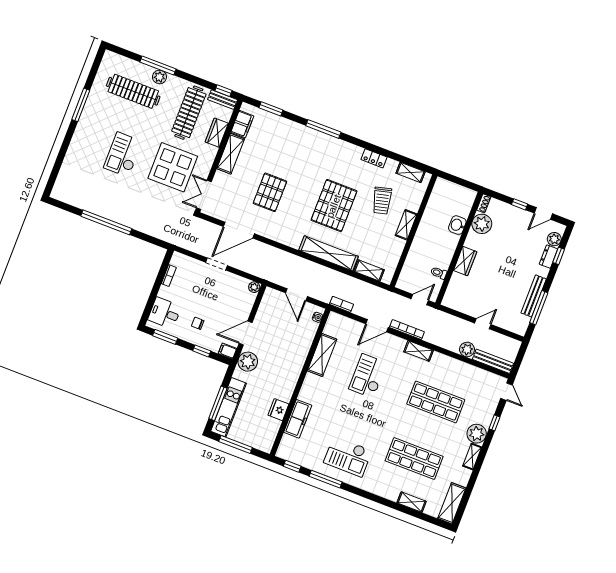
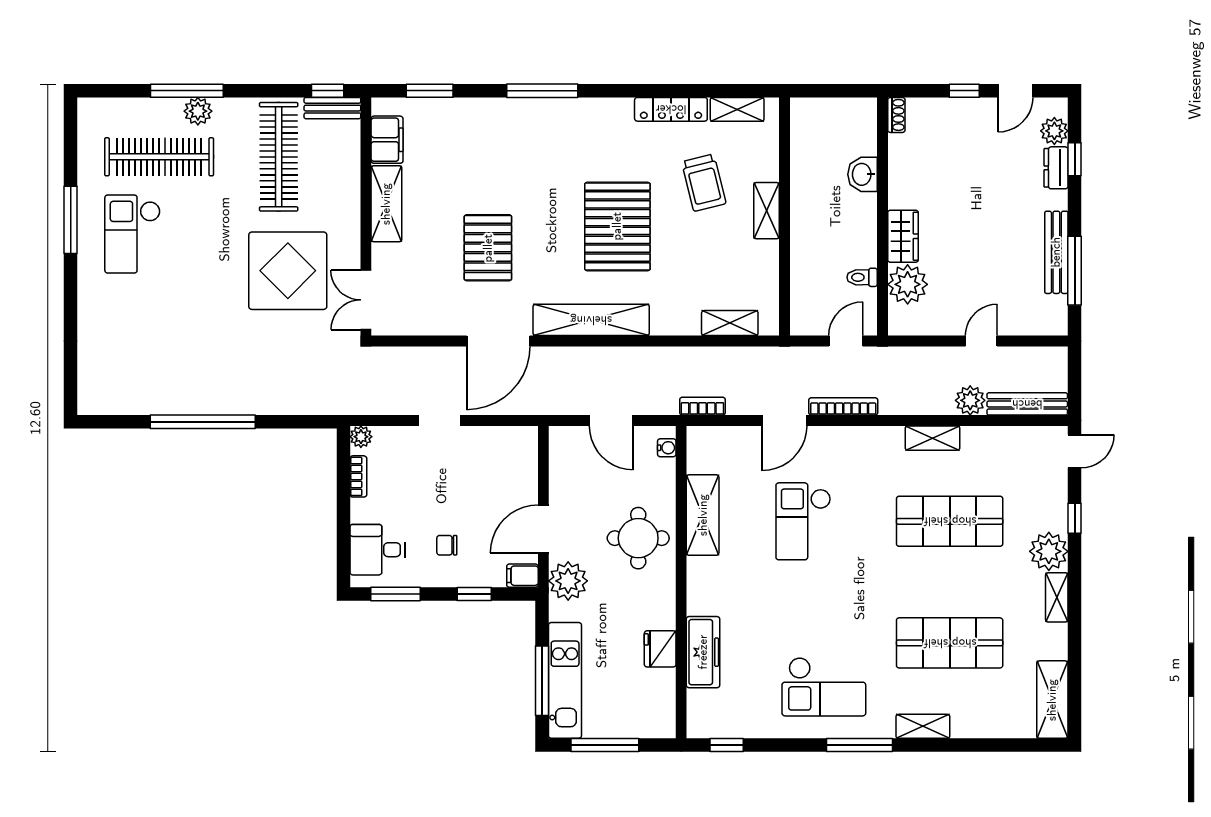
wardrobe: (217, 133) -> (345, 174), removed
checkout: (123, 154) -> (132, 234), moved
locker: (374, 158) -> (671, 109), width x1.53
plant: (482, 224) -> (908, 284), moved
door: (239, 230) -> (498, 341), moved
shelving: (329, 253) -> (591, 320), moved
plant: (254, 287) -> (361, 437), moved
shelving: (419, 351) -> (933, 438), moved
round table: (288, 354) -> (638, 538), added
door: (506, 392) -> (1075, 451), hinge flipped
window: (326, 479) -> (860, 745), moved
shelving: (412, 502) -> (923, 726), moved

